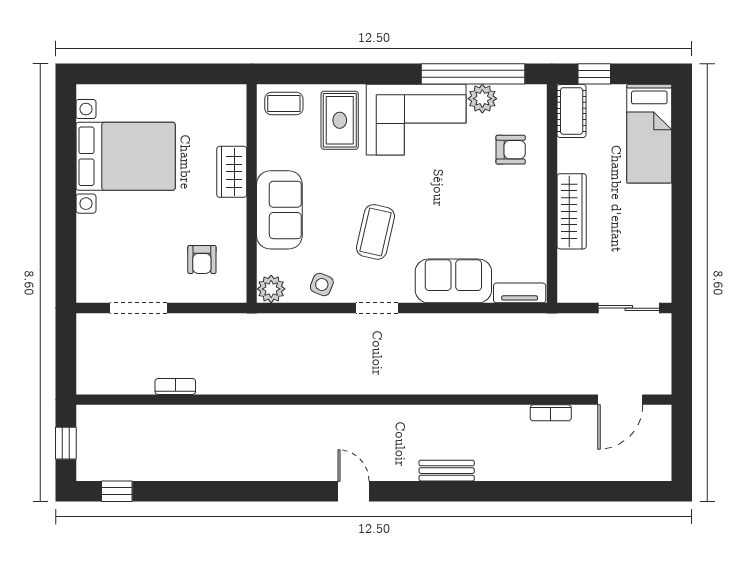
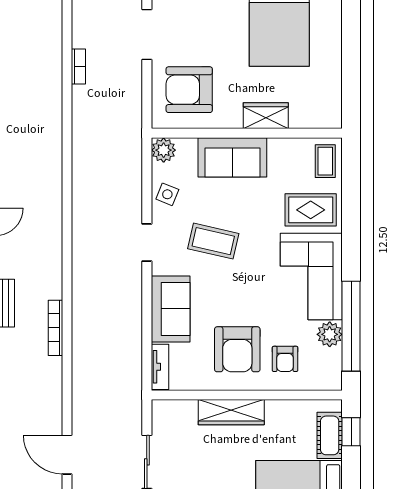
cot: (572, 111) -> (330, 435), moved, turned 90
armchair: (500, 204) -> (237, 349), added
armchair: (202, 260) -> (189, 90), width x1.88, depth x1.88
bookcase: (551, 413) -> (55, 328), moved, width x1.56

